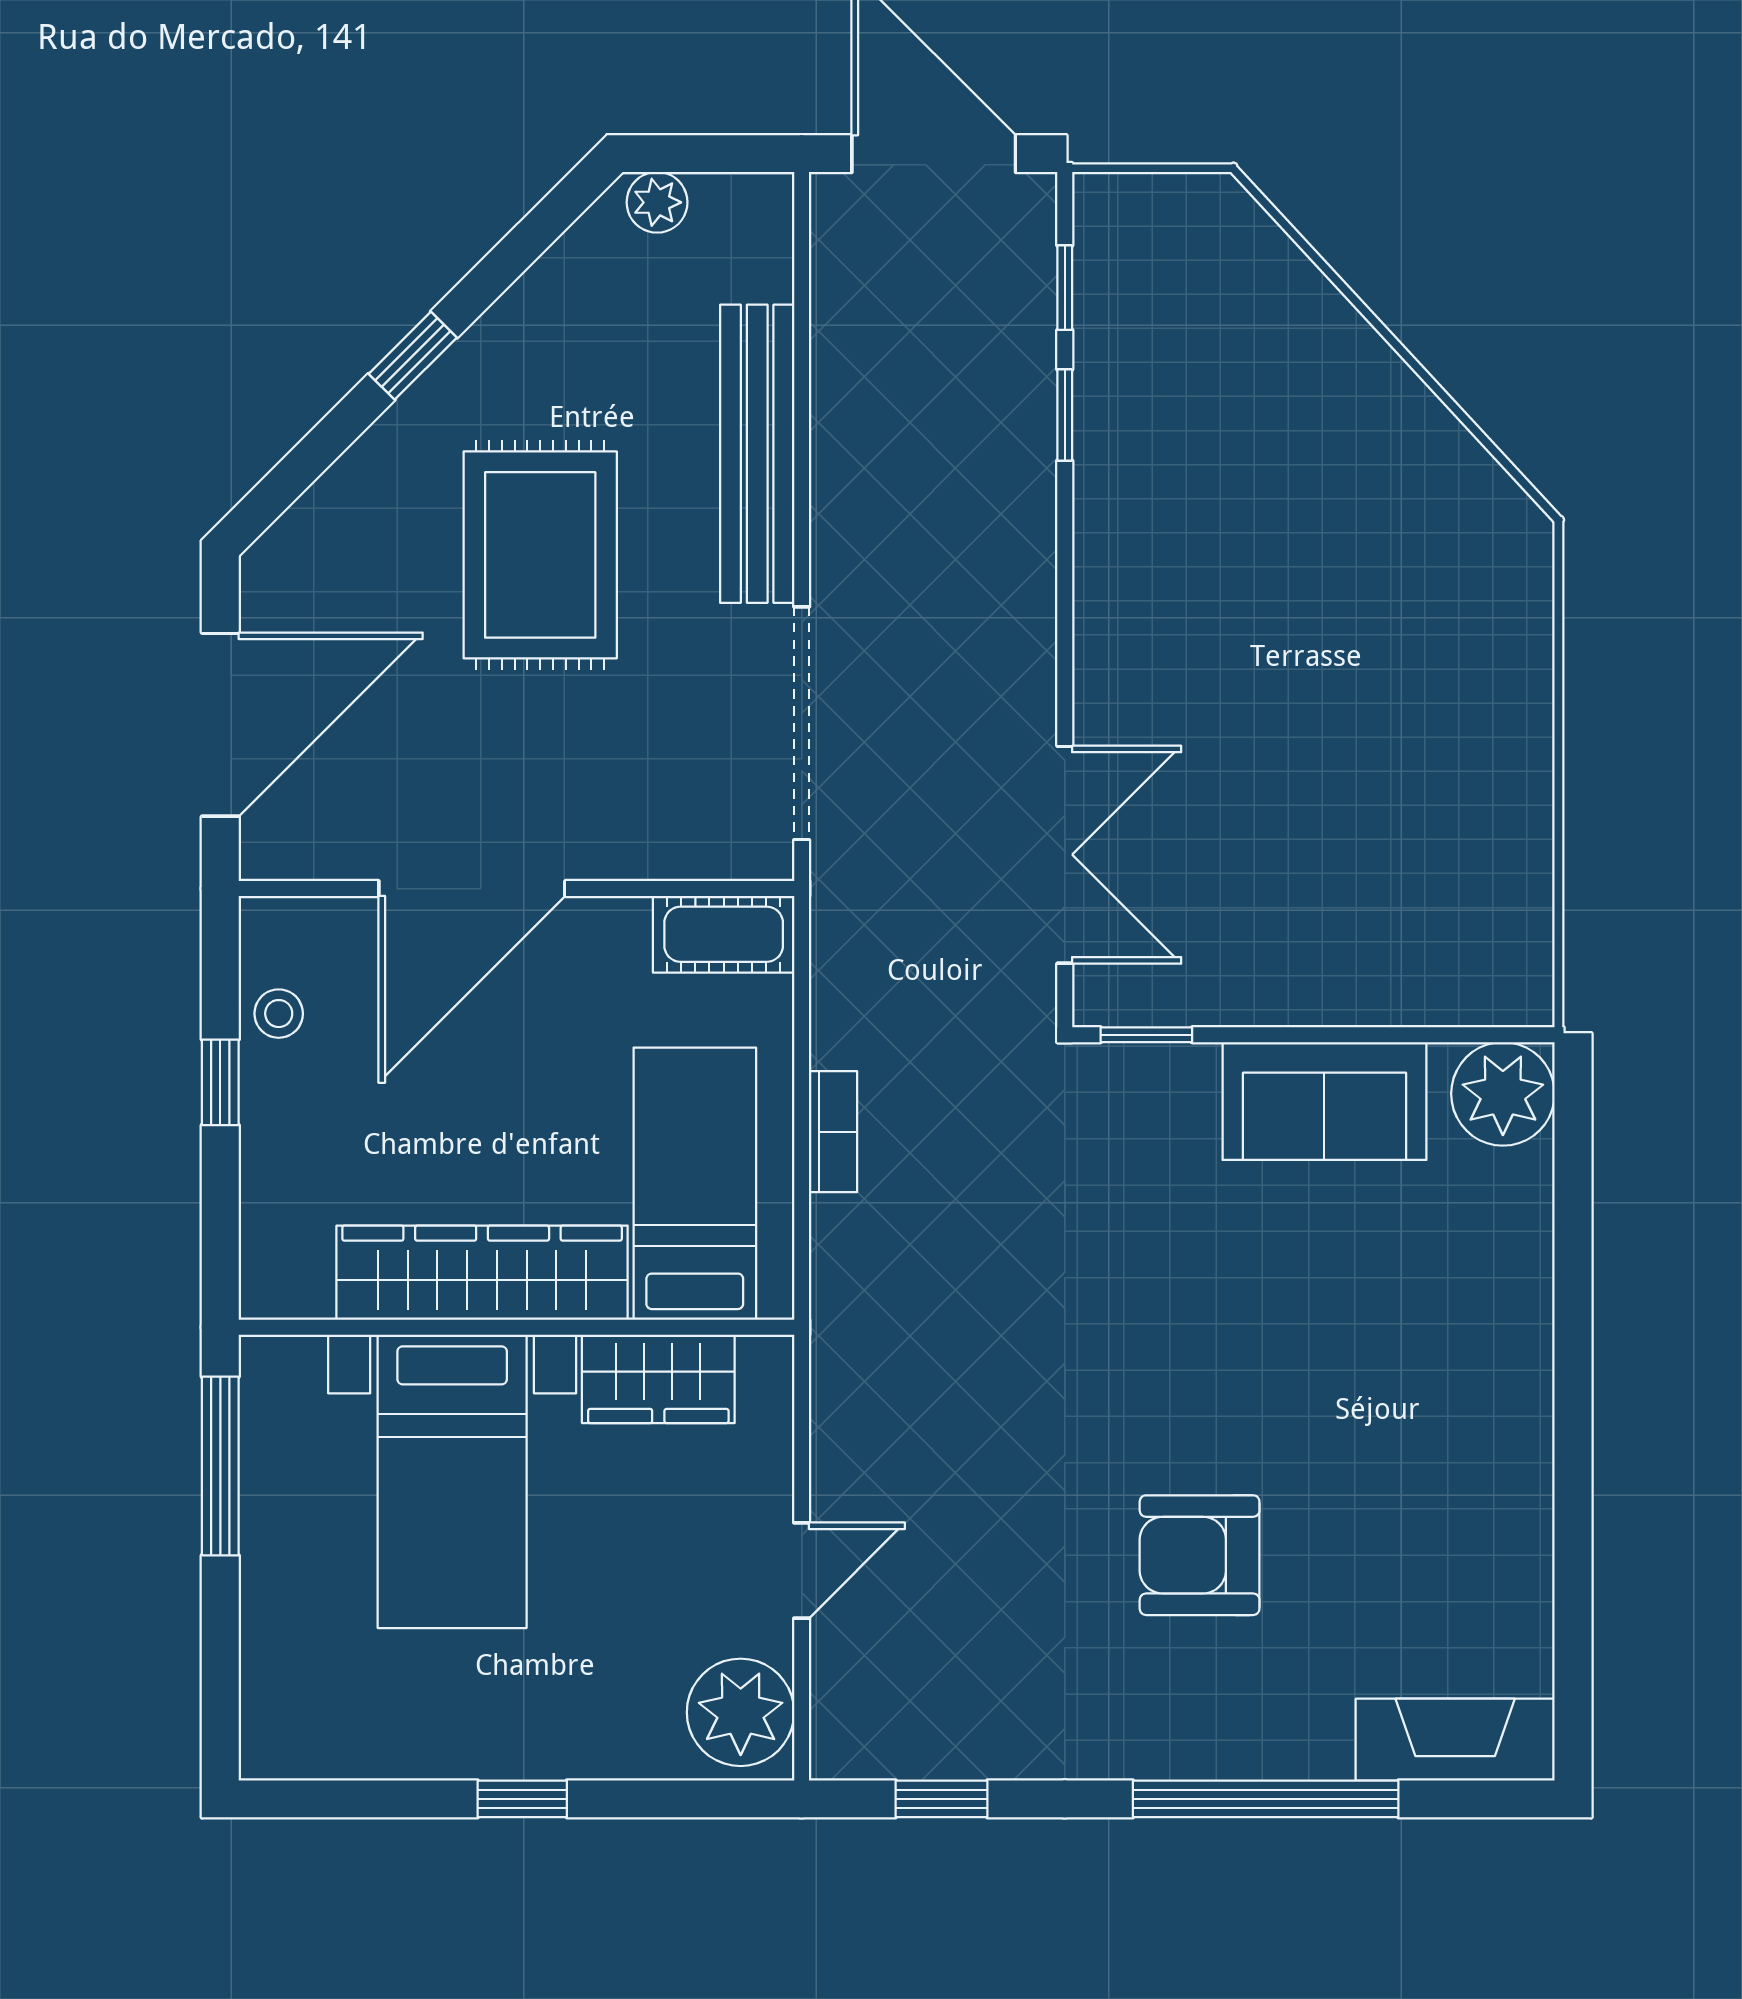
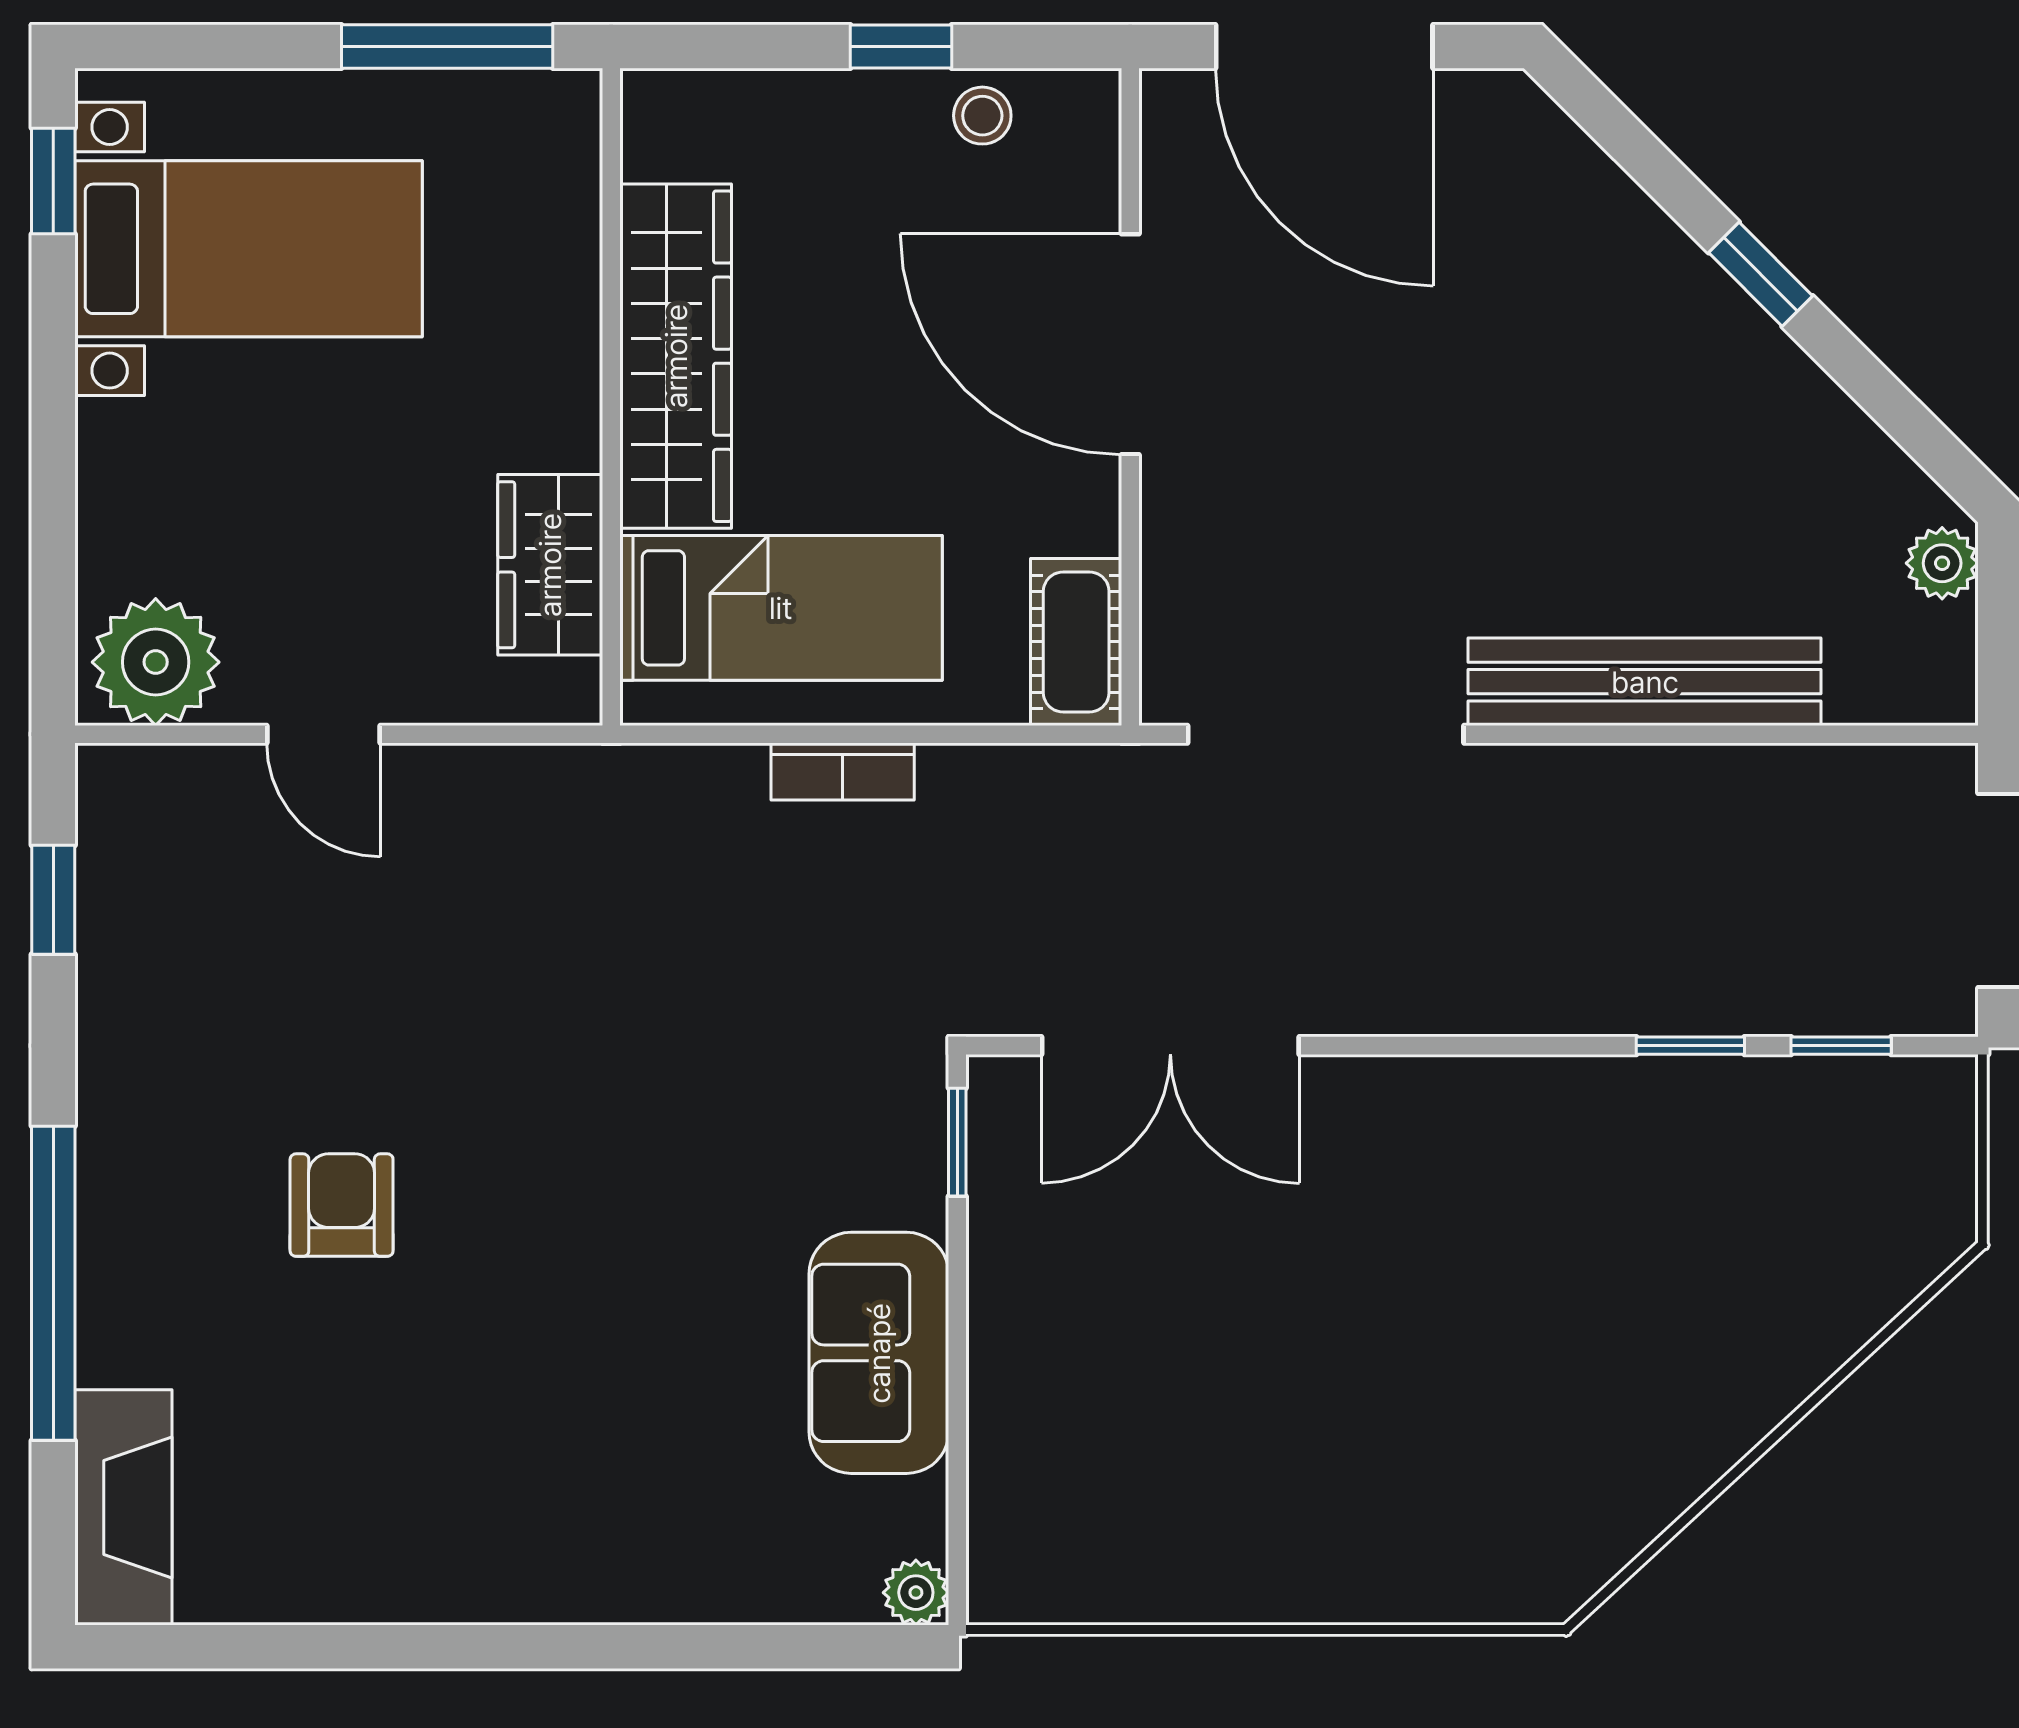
rug: (540, 555) -> (1525, 425), removed
plant: (1503, 1094) -> (916, 1593), width x0.53, depth x0.53
bed with nightstands: (452, 1481) -> (249, 249), moved, turned 180
armchair: (1200, 1555) -> (342, 1205), width x0.72, depth x0.72
window: (522, 1799) -> (53, 181), moved

